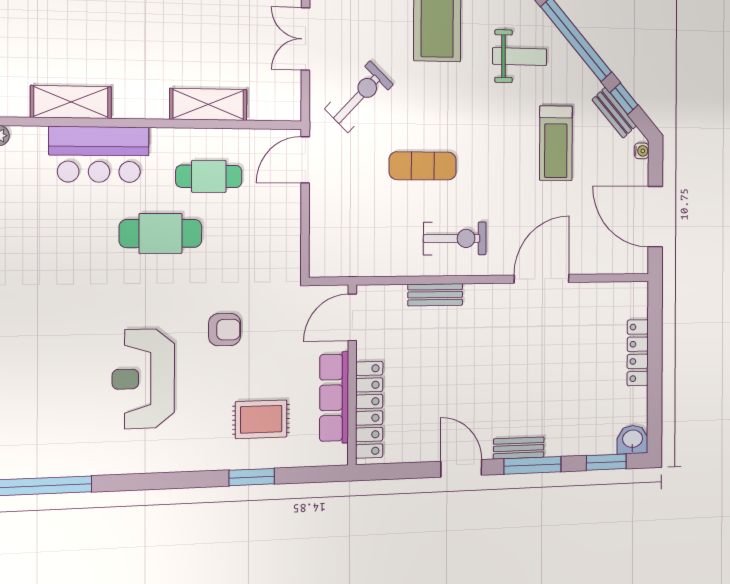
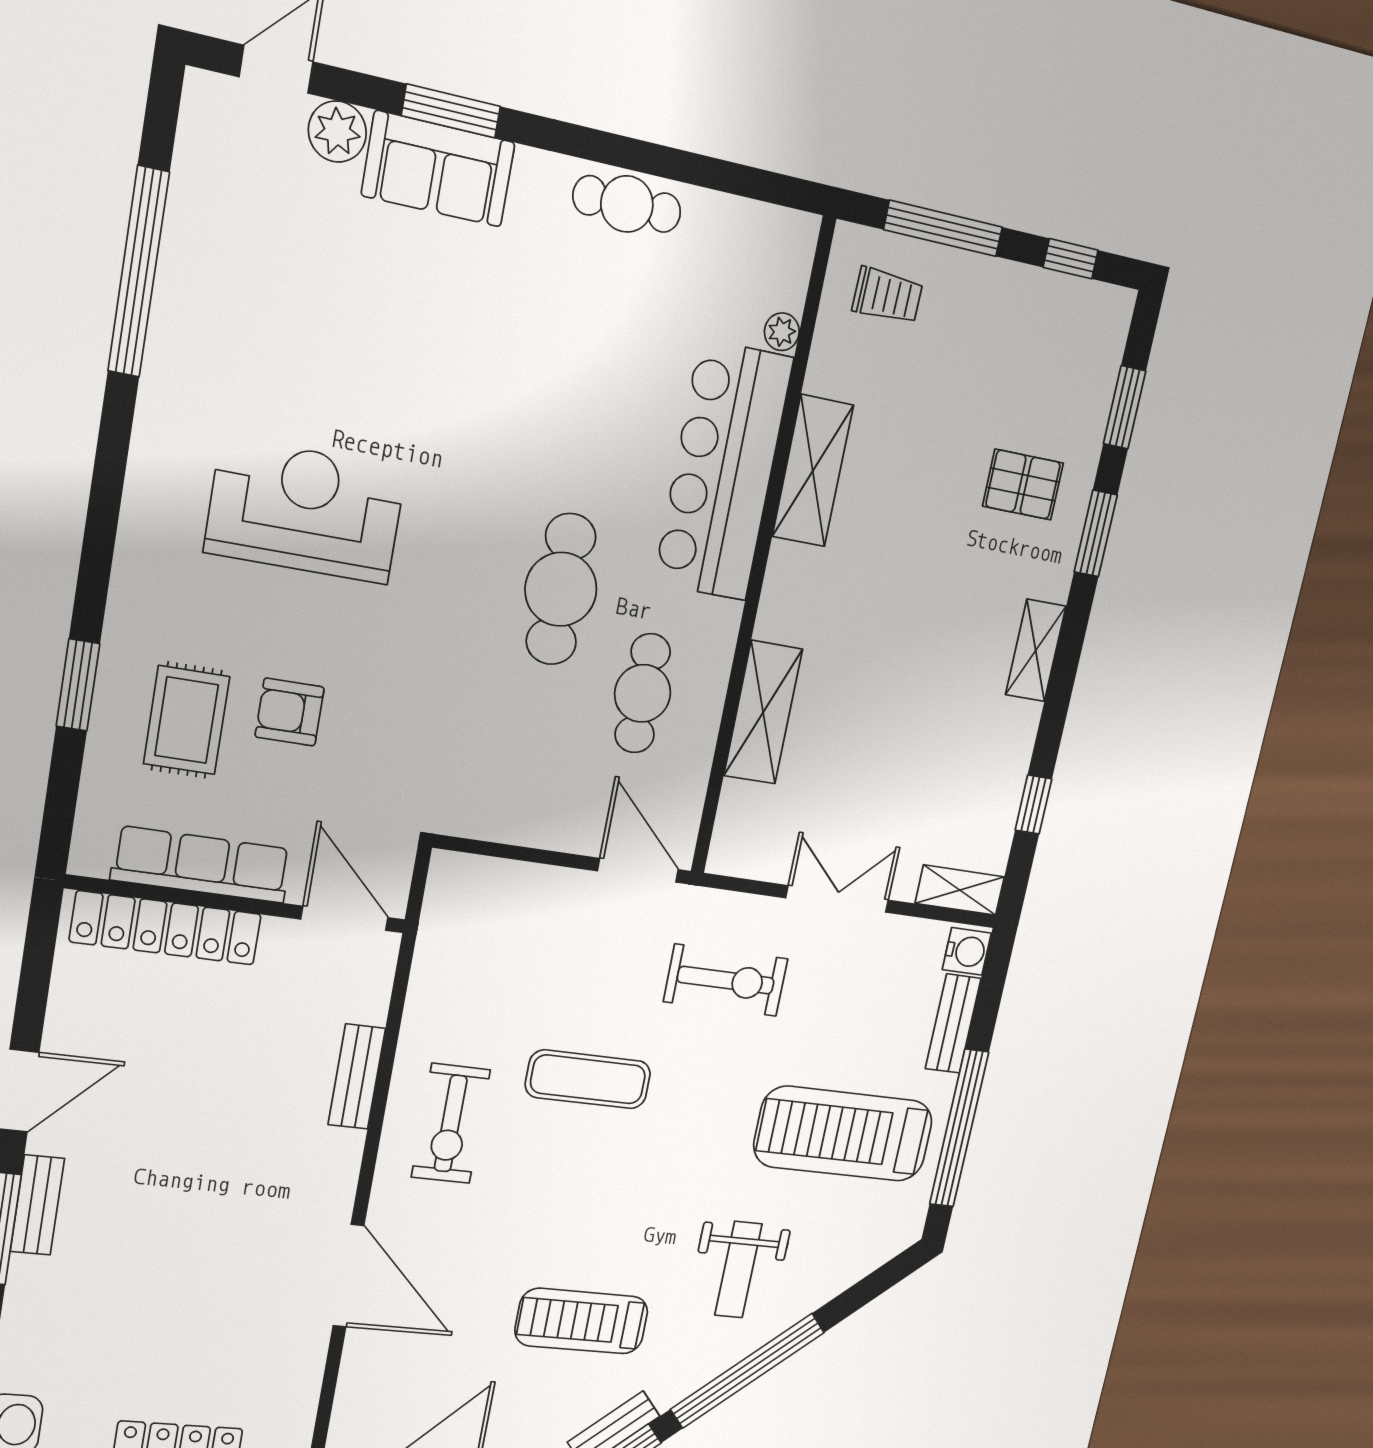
exercise bike: (359, 97) -> (726, 980), turned -44
bar counter: (99, 154) -> (723, 471), width x1.36
exercise mat: (423, 166) -> (588, 1079), turned 90
armchair: (225, 330) -> (290, 712), moved, turned 90

